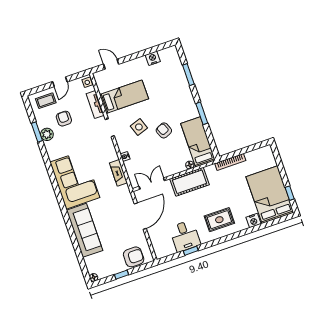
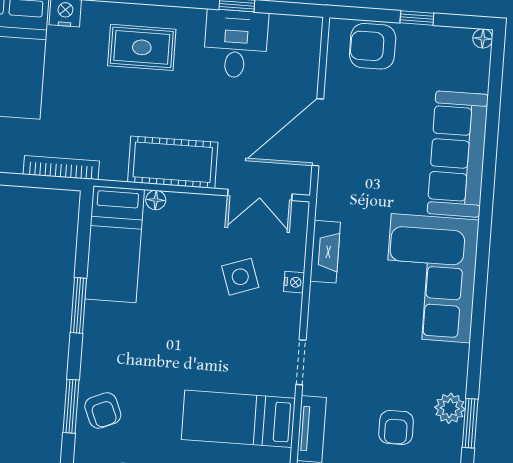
side table: (139, 127) -> (240, 277), moved
armchair: (164, 130) -> (103, 411), moved

